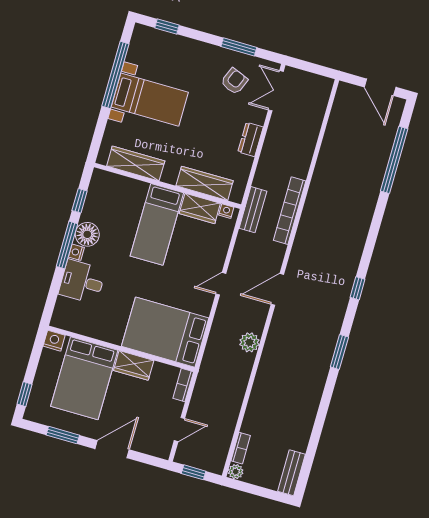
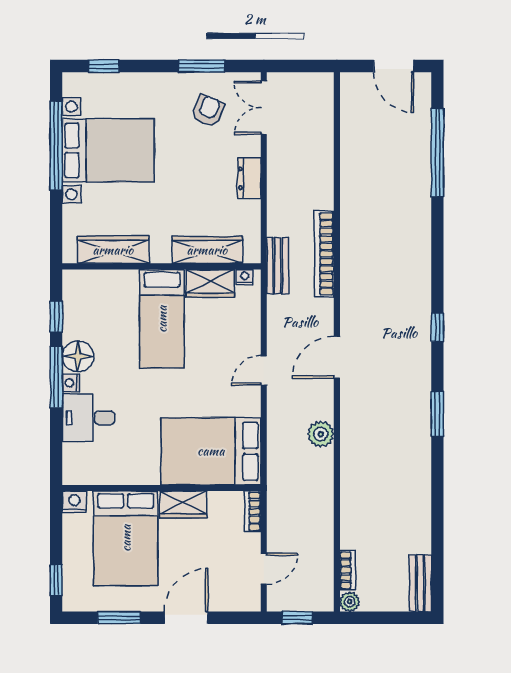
bed with nightstands: (150, 100) -> (108, 150), width x1.36

